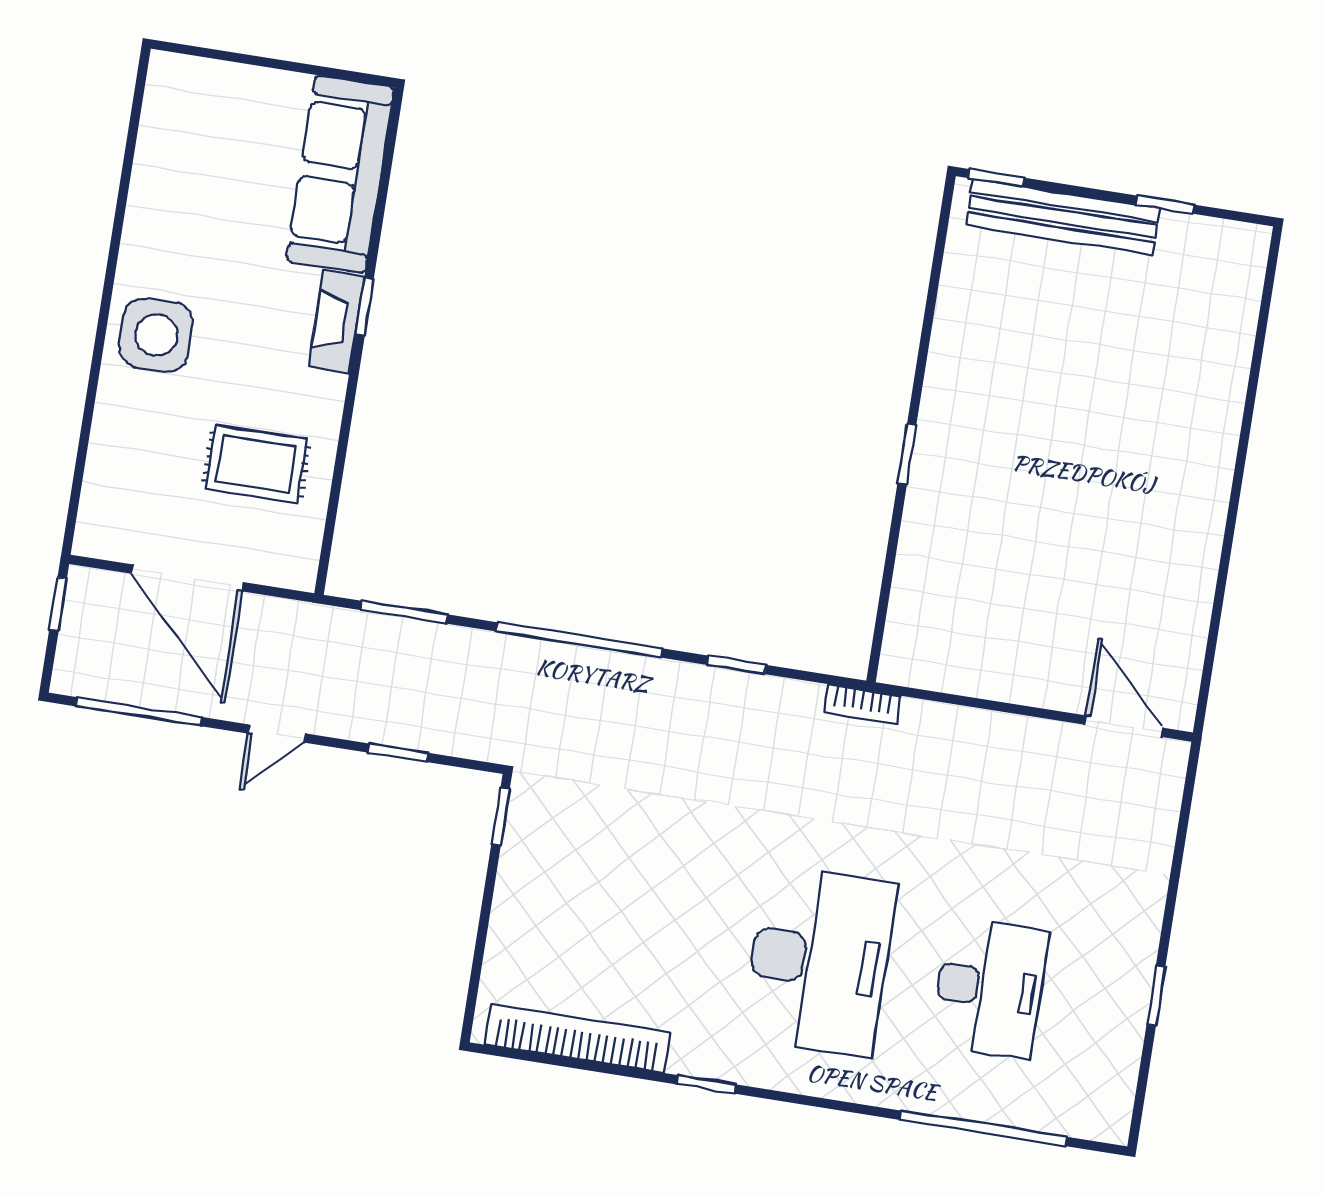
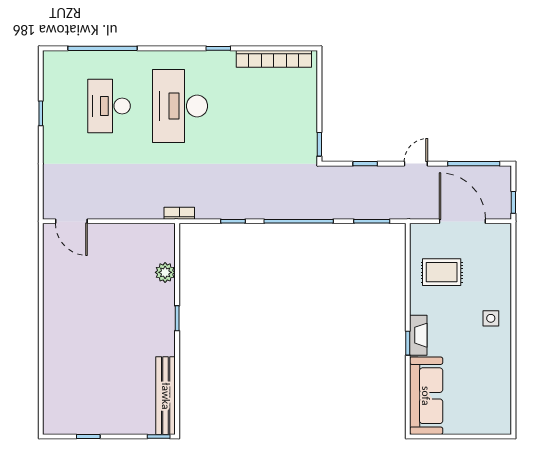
bench: (1063, 217) -> (166, 396), moved, turned 90
side table: (156, 335) -> (491, 318), width x0.54, depth x0.54
plant: (918, 568) -> (165, 272), added

